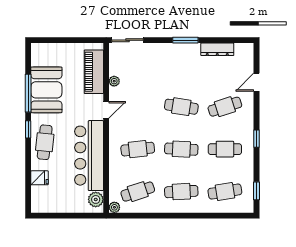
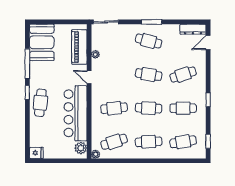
dresser: (217, 49) -> (193, 29), moved
cafe table: (181, 64) -> (149, 41), added
door: (256, 82) -> (208, 43), moved
booth: (46, 90) -> (42, 42), moved
door: (106, 110) -> (89, 77), swing flipped
fridge: (40, 178) -> (36, 153), moved

